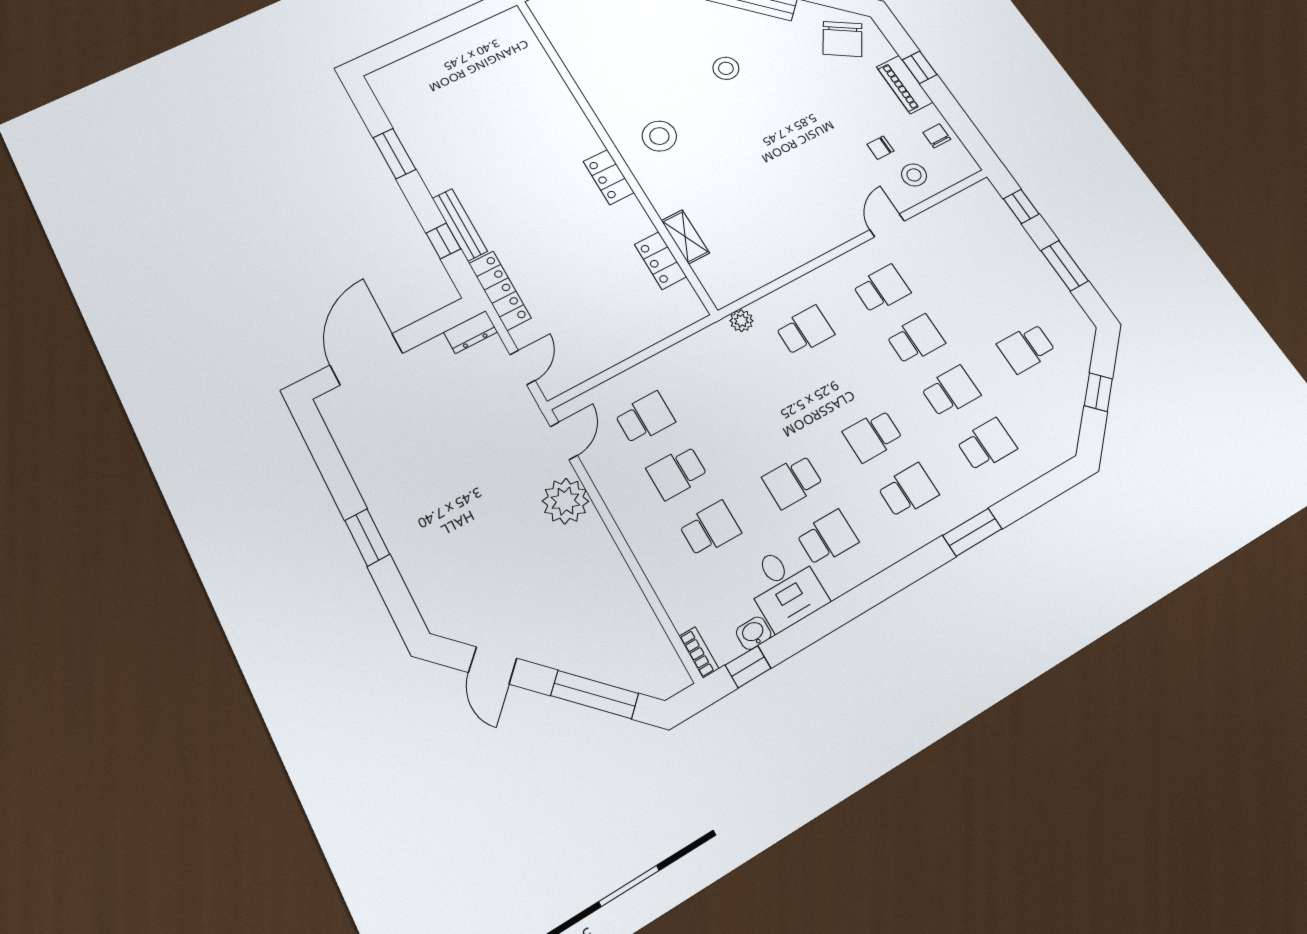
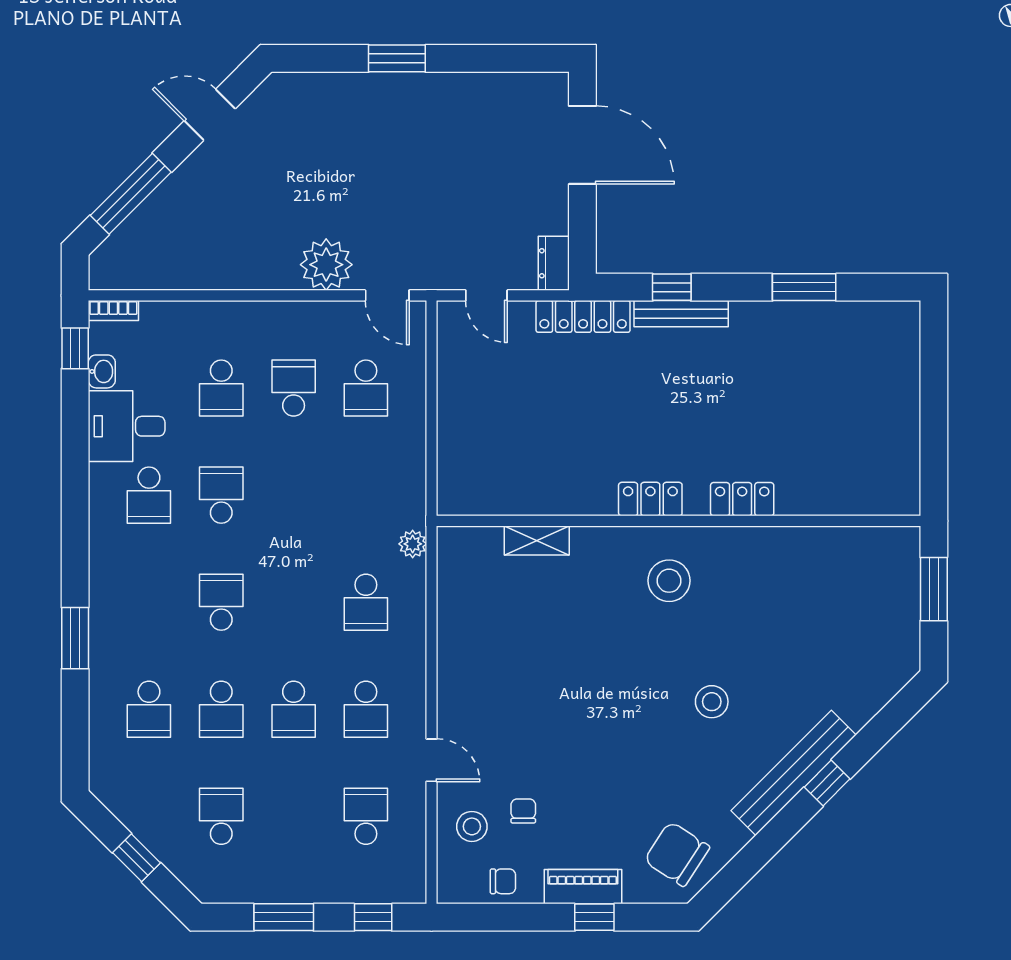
locker: (660, 261) -> (742, 499), moved
school desk: (908, 491) -> (366, 816), moved, turned 180

